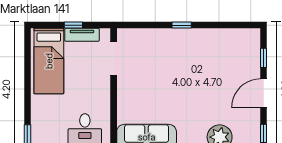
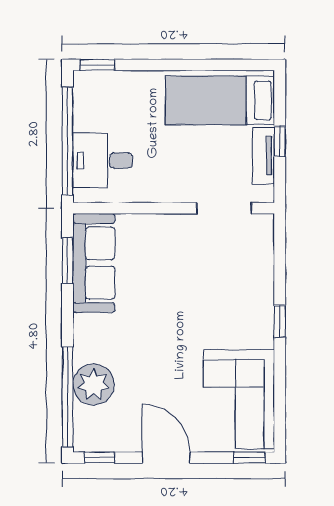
corner sofa: (228, 50) -> (239, 399), added
window: (264, 58) -> (249, 458), moved

